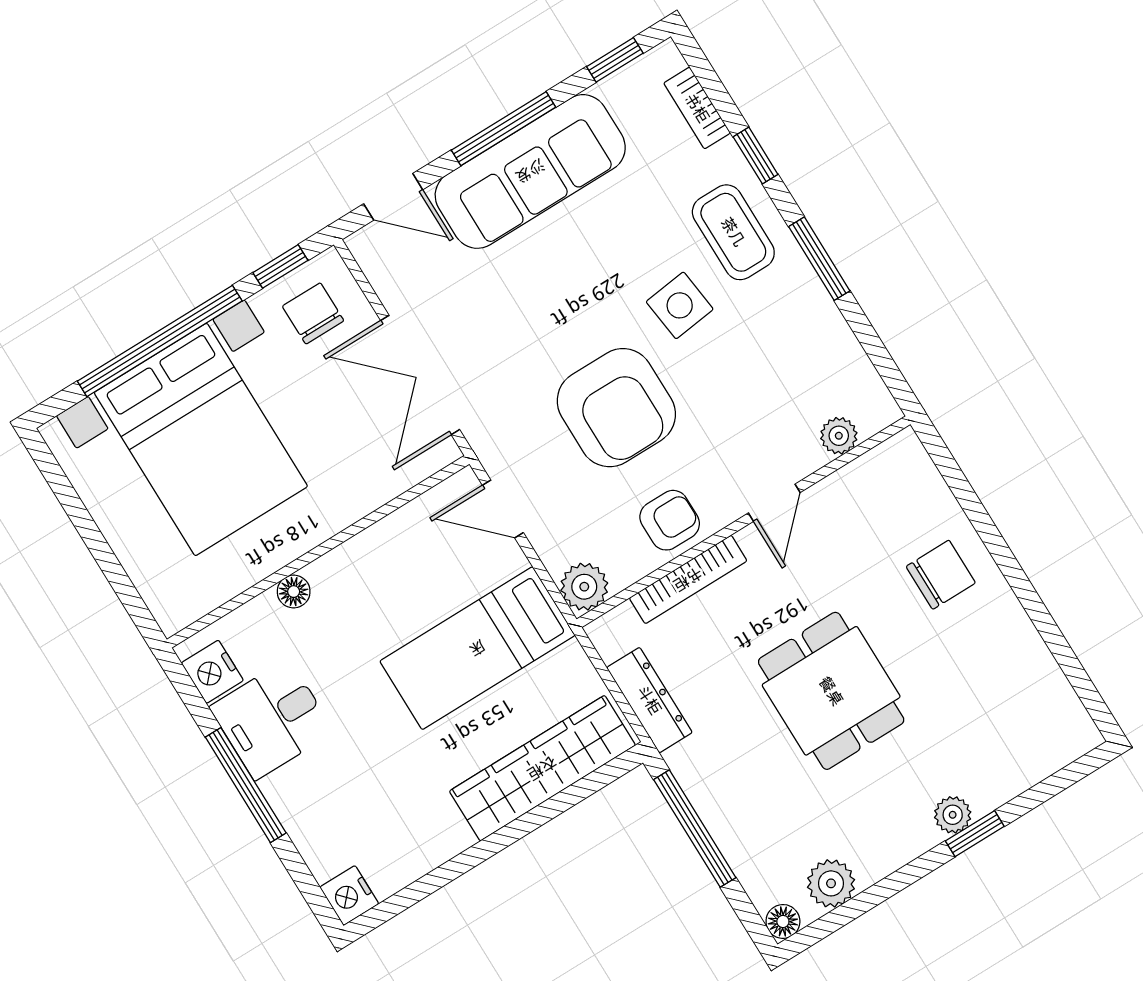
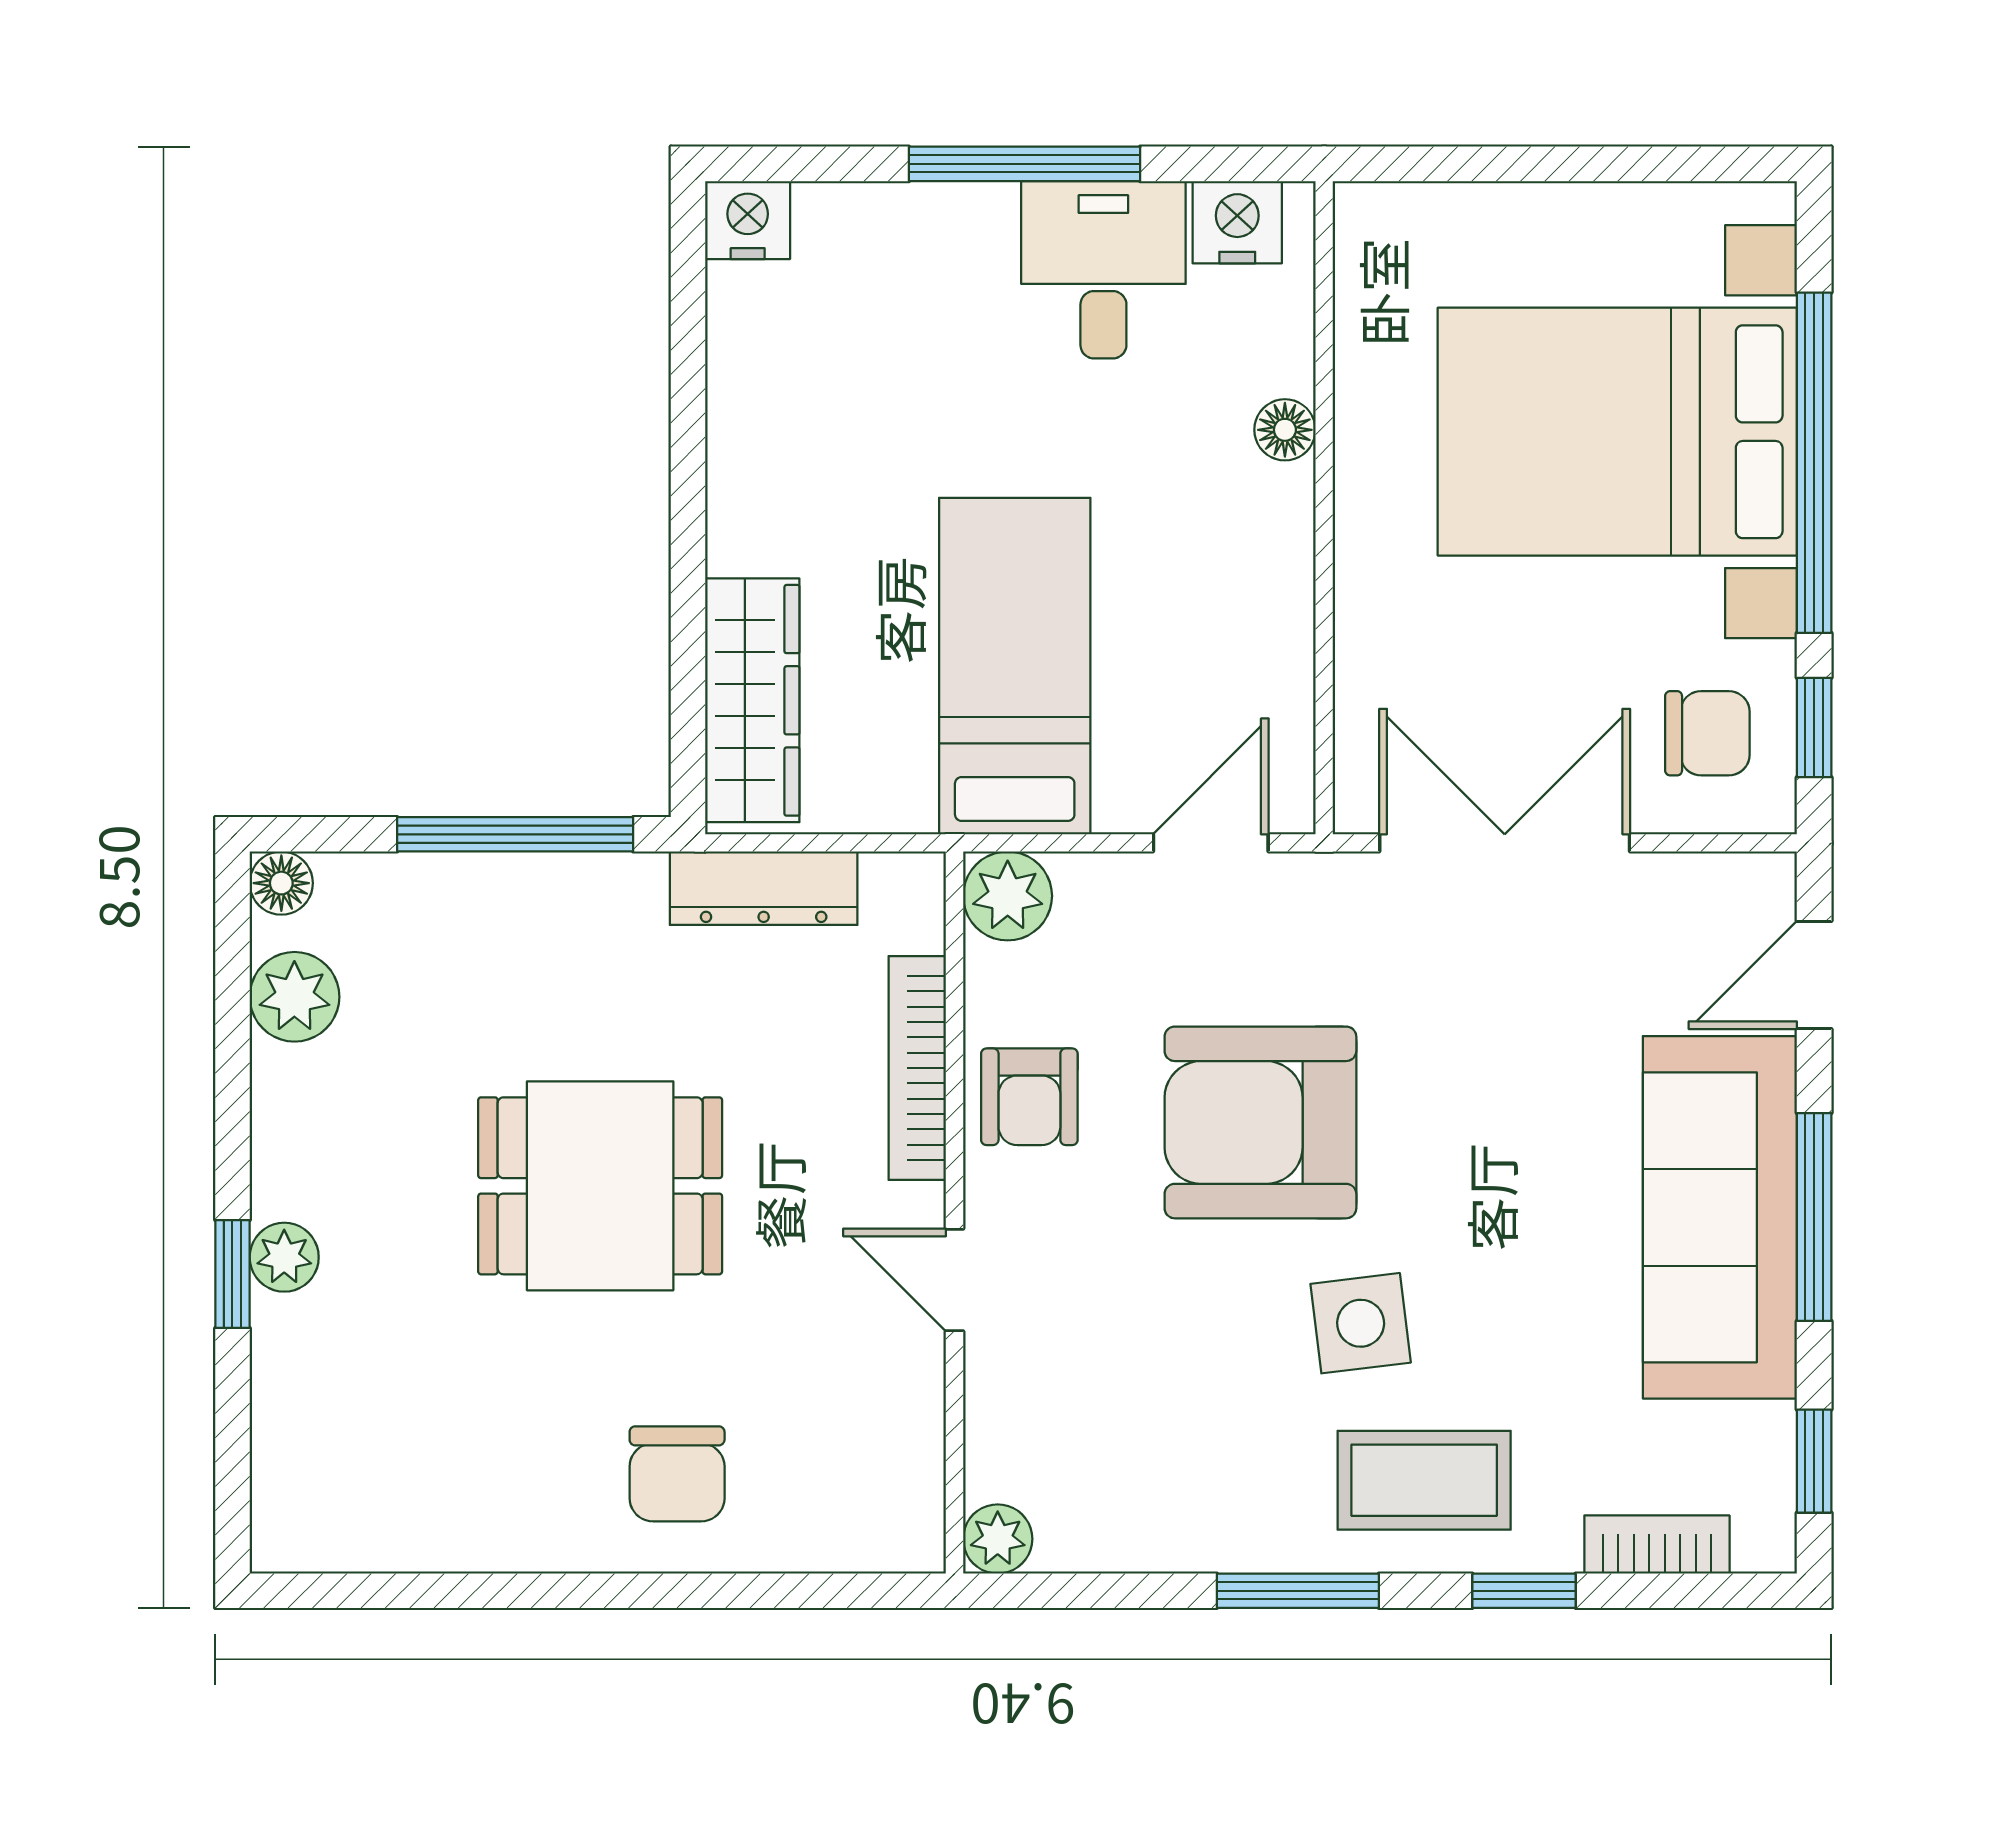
plant: (839, 436) -> (998, 1539), moved
wardrobe: (542, 768) -> (752, 700), width x0.71, depth x0.85

